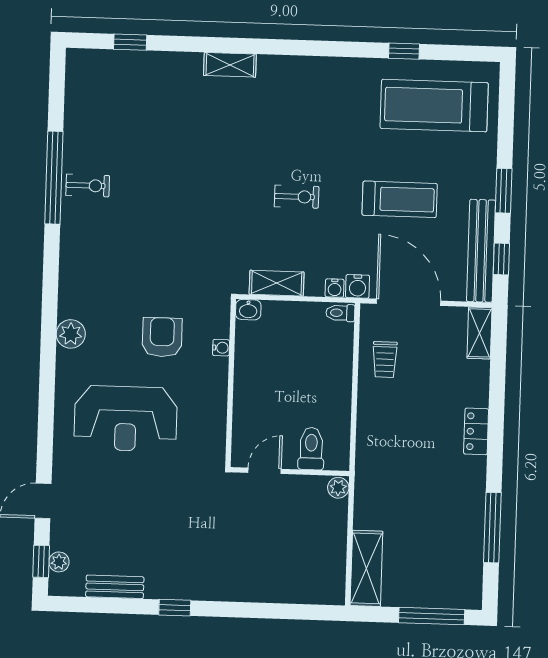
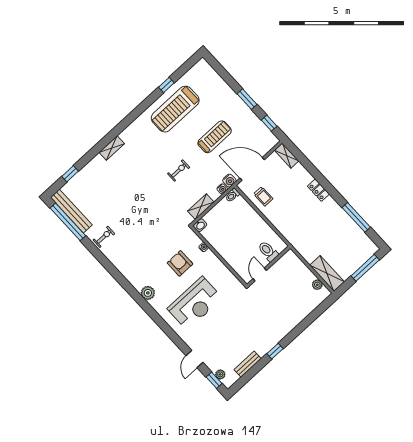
treadmill: (434, 106) -> (175, 109), moved
window: (54, 178) -> (68, 222), moved
bench: (481, 251) -> (71, 211), moved
plant: (338, 488) -> (317, 285), moved

